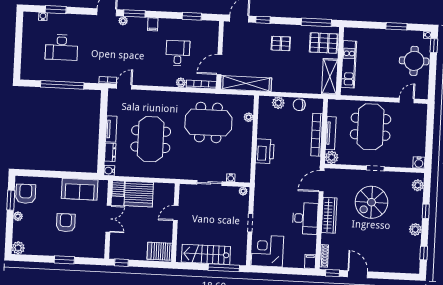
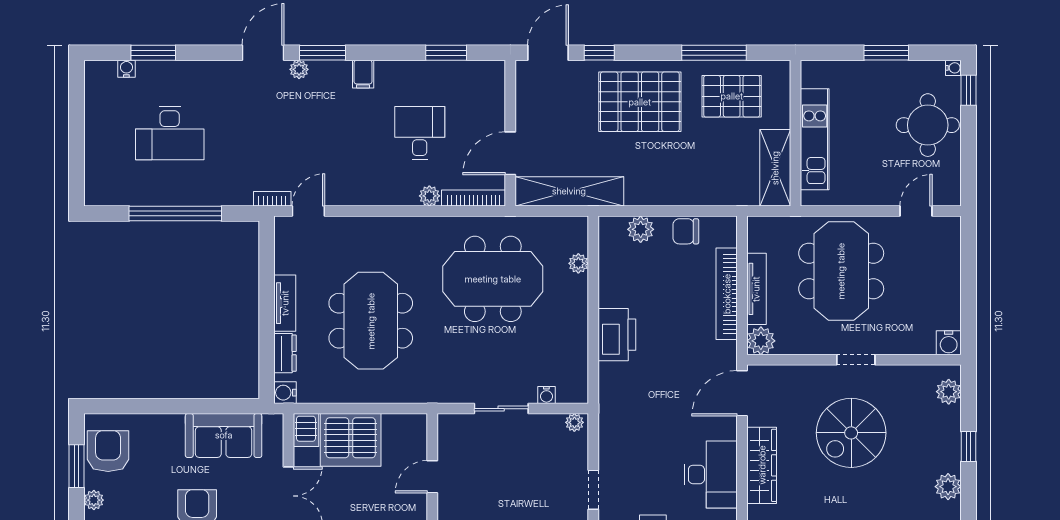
pallet: (281, 43) -> (640, 102), width x2.05, depth x2.00
wall: (340, 61) -> (795, 133), moved
kitchen unit: (349, 64) -> (815, 139), moved
shelving: (330, 77) -> (775, 168), moved

